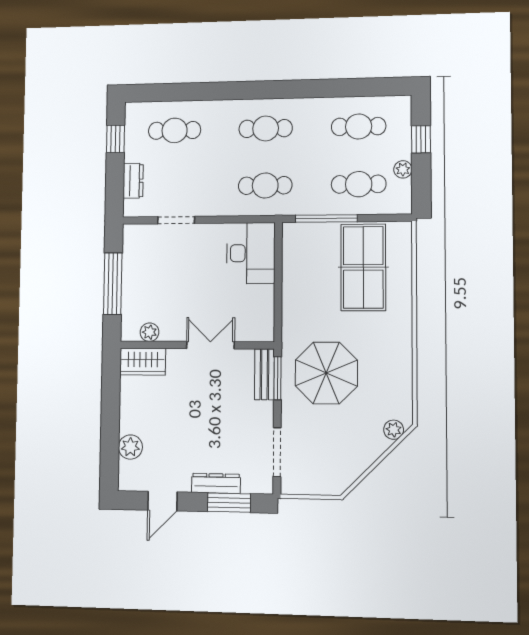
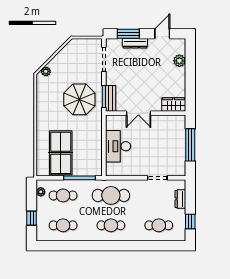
plant: (403, 169) -> (41, 192), moved
cafe table: (265, 185) -> (111, 195), width x1.37, depth x1.35
desk: (251, 253) -> (118, 146), moved
plant: (149, 332) -> (170, 120), removed

